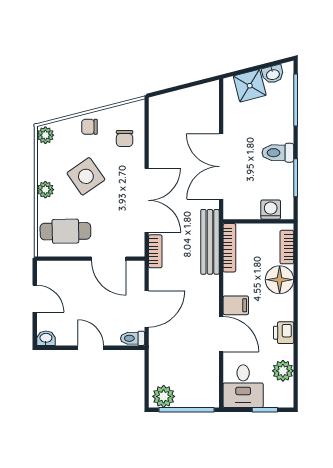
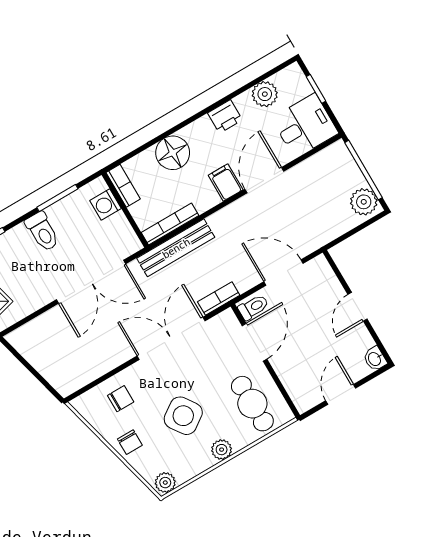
bookcase: (287, 247) -> (123, 186), moved, turned -90
toilet: (133, 338) -> (253, 307), moved, turned -90

